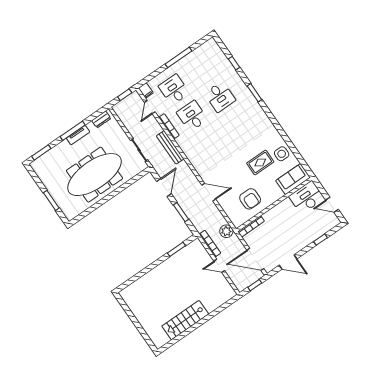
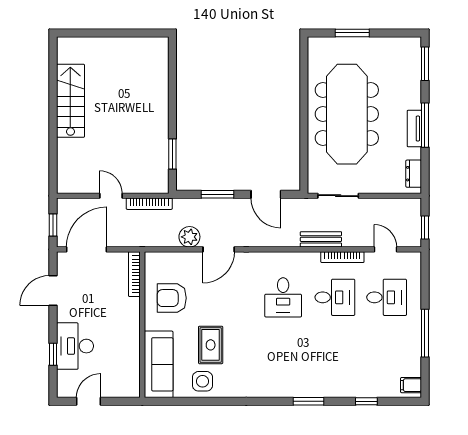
filing cabinet: (146, 91) -> (411, 385), moved
desk: (220, 97) -> (283, 297), moved, turned -90
bench: (170, 147) -> (321, 239), width x0.73
sofa: (293, 179) -> (159, 364), width x1.36
desk: (307, 197) -> (75, 346), moved, turned 180
plant: (226, 231) -> (189, 237), moved
door: (219, 266) -> (111, 196), hinge flipped

